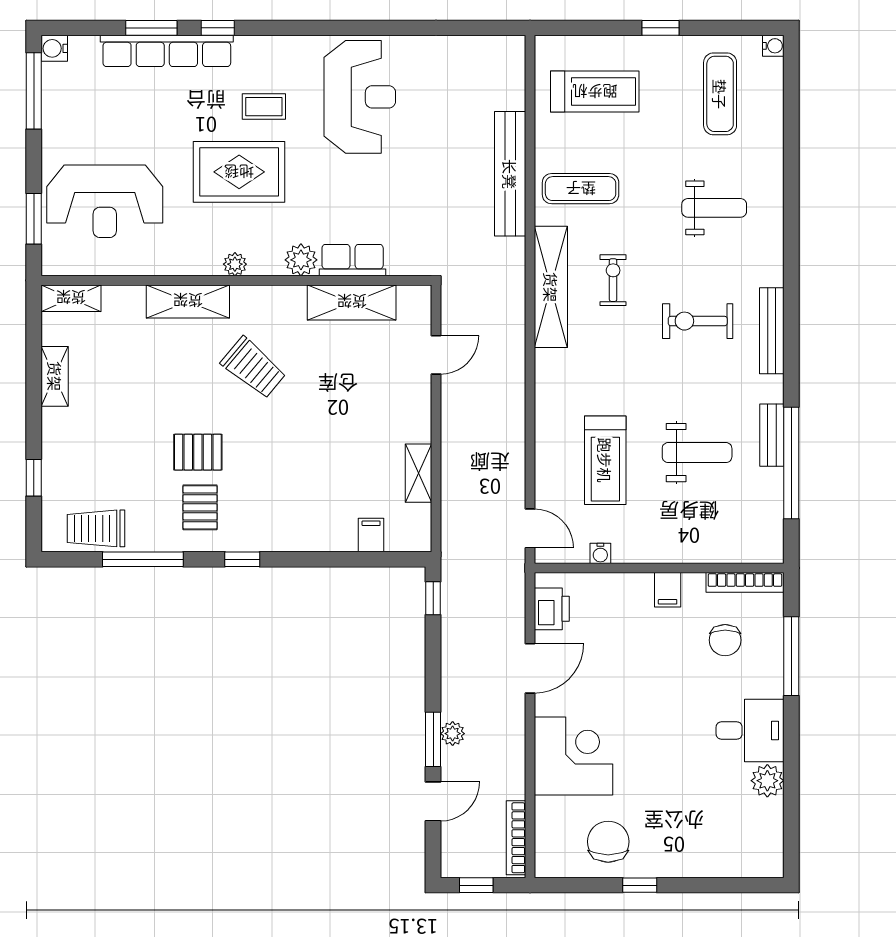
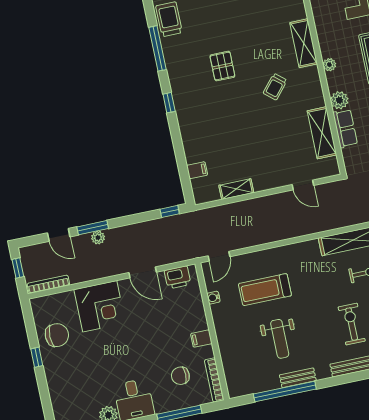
trolley: (254, 368) -> (275, 87), width x0.73, depth x0.72
pallet: (200, 507) -> (193, 74), removed

